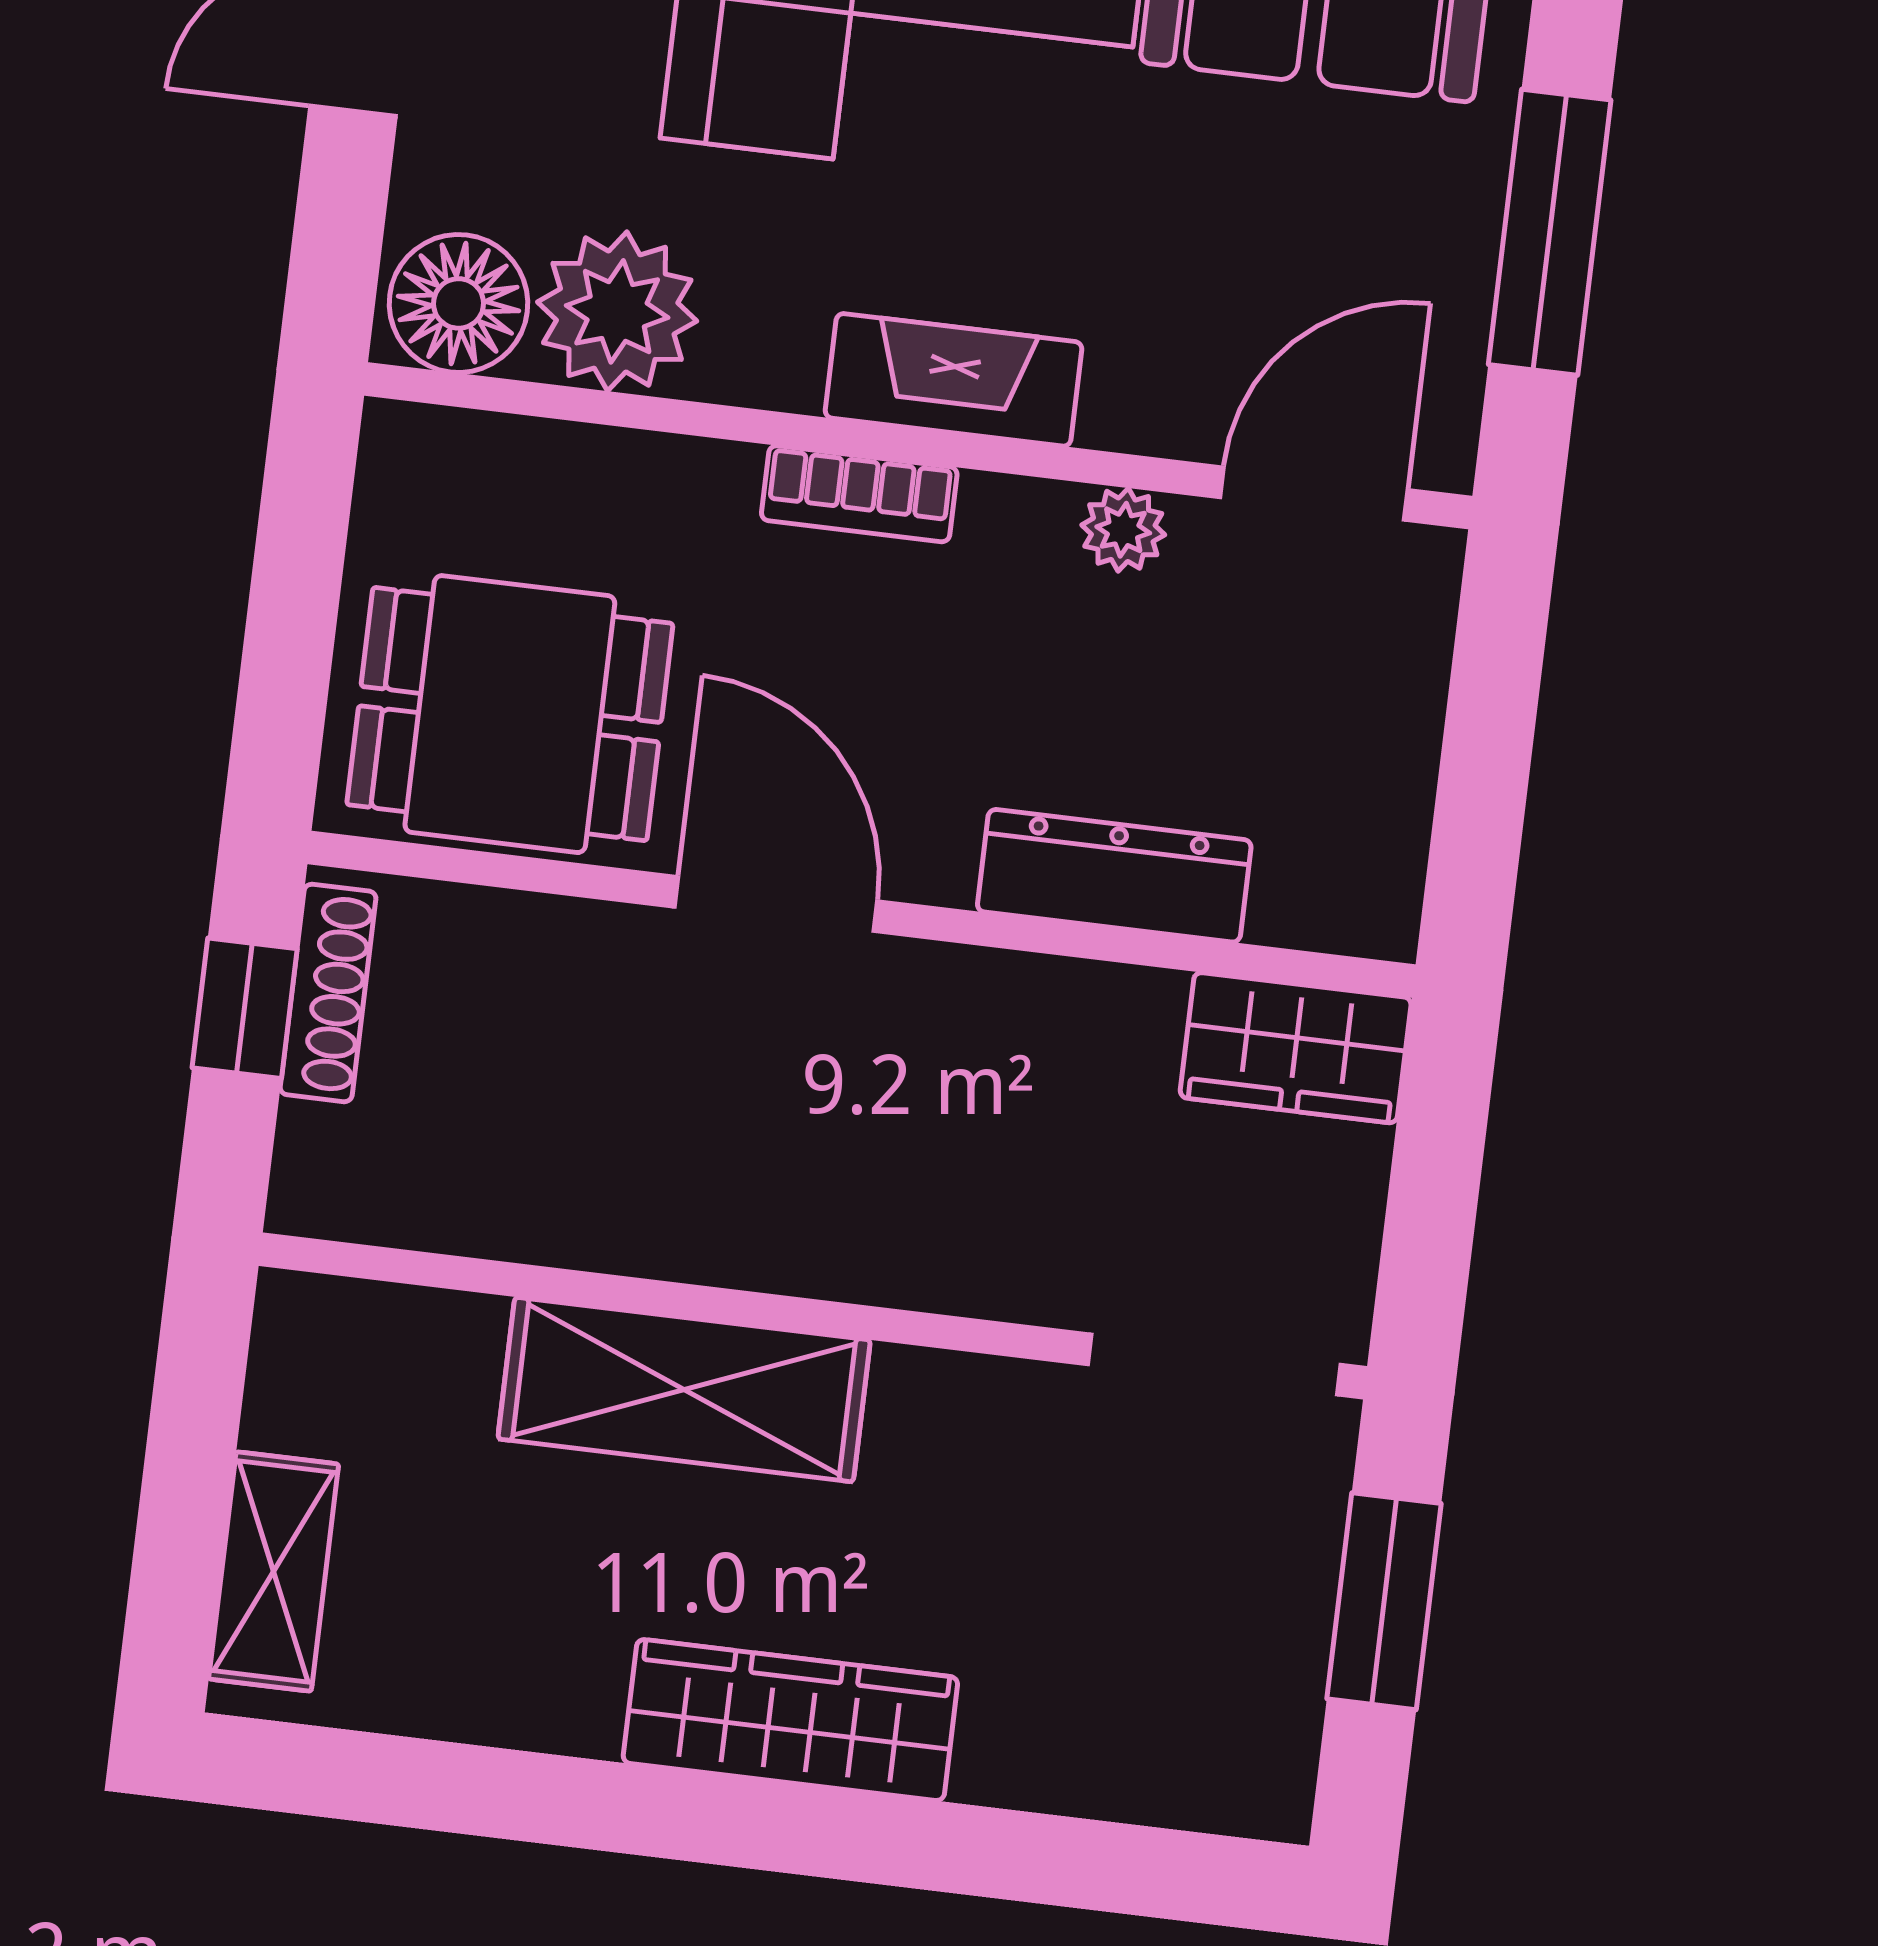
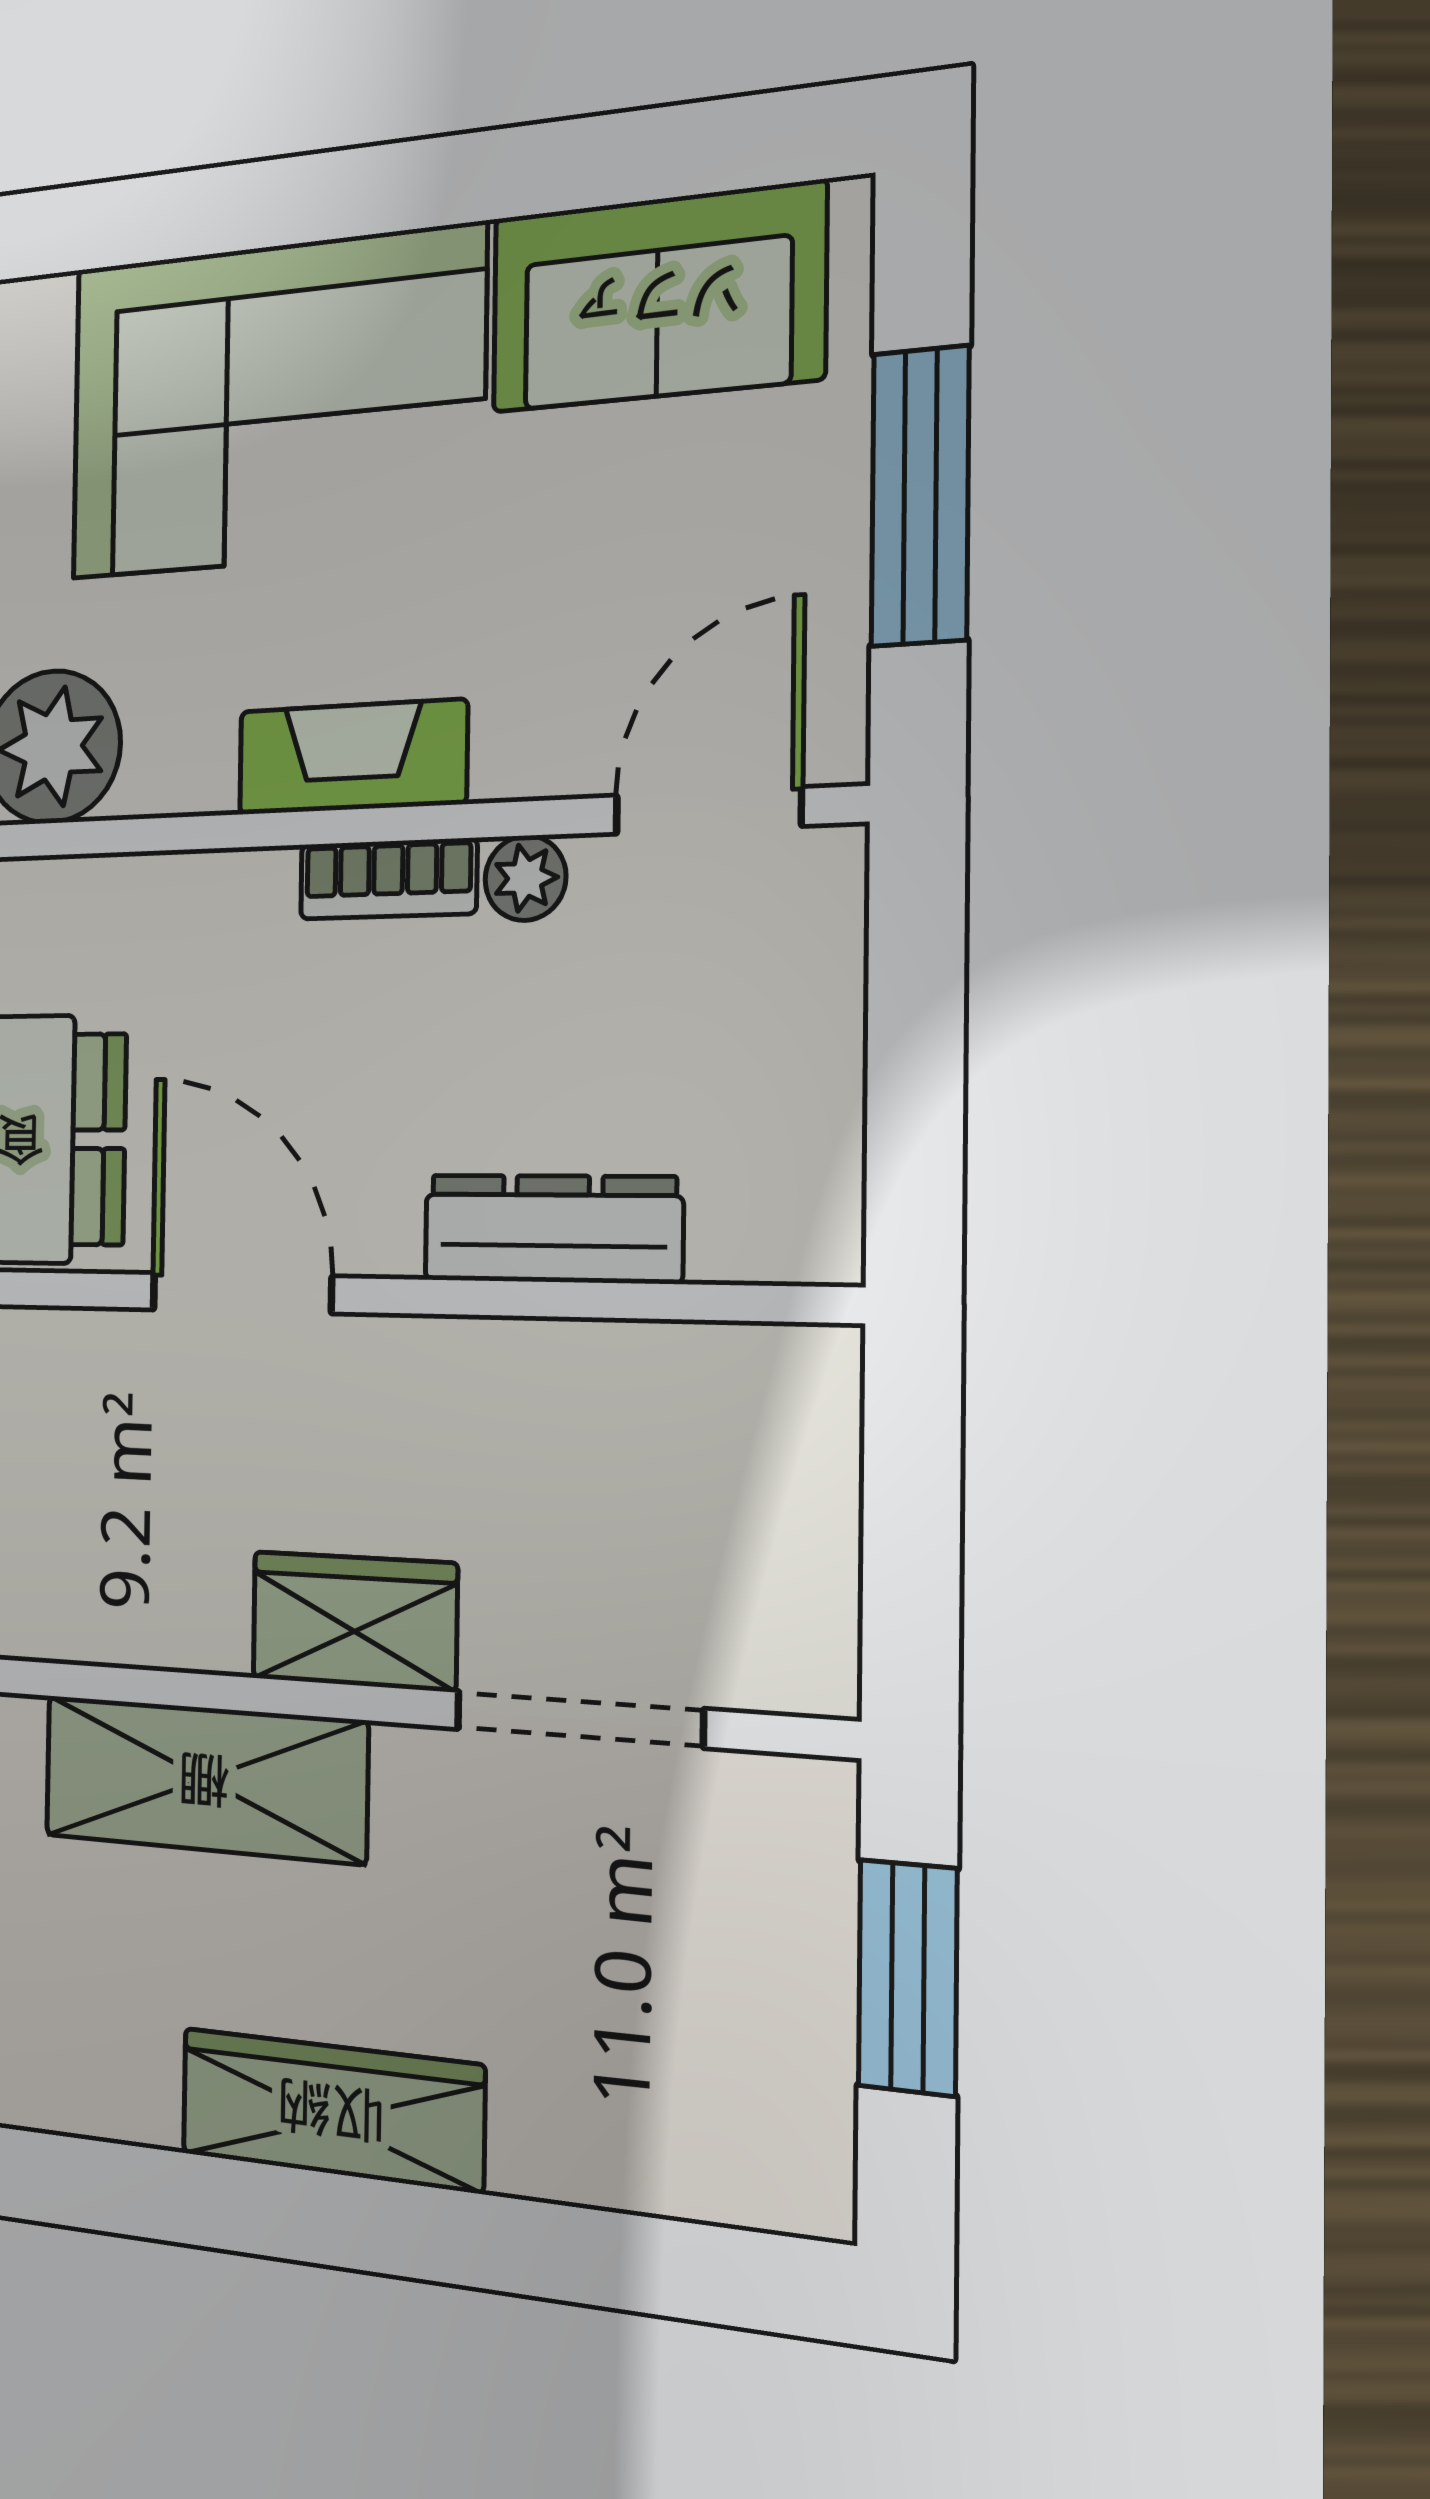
bookcase: (859, 494) -> (388, 879), moved
wardrobe: (1296, 1048) -> (354, 1621), moved, turned 180
doorway: (1214, 1364) -> (579, 1719), moved

